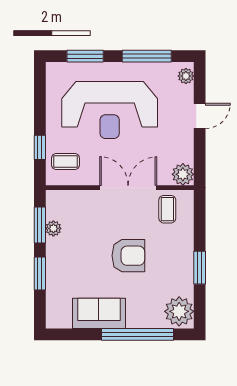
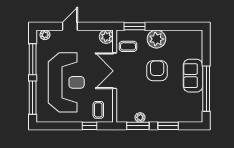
window: (85, 56) -> (33, 98), width x1.44
door: (200, 116) -> (70, 26), hinge flipped
window: (200, 268) -> (135, 26), moved
plant: (179, 311) -> (156, 39), moved
sofa: (99, 313) -> (193, 76), moved
window: (138, 334) -> (206, 89), moved

